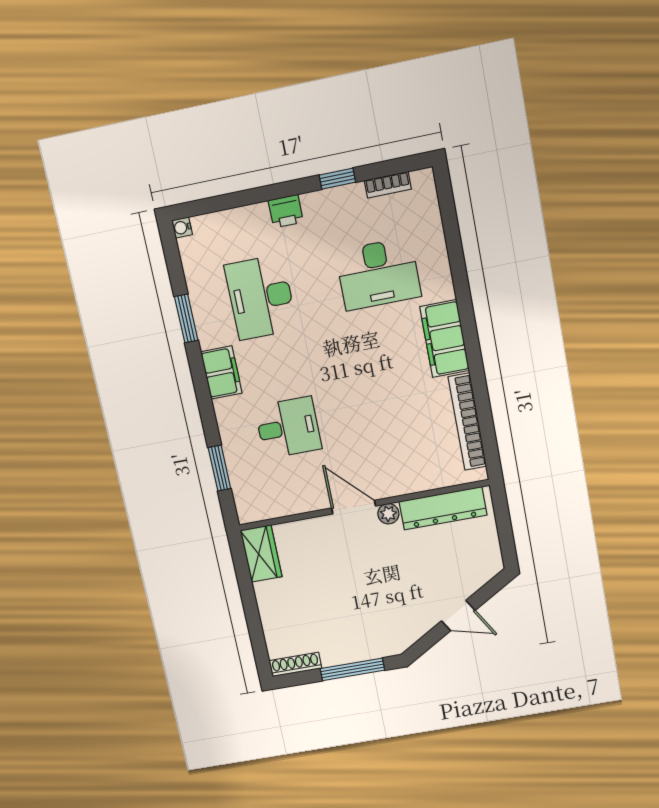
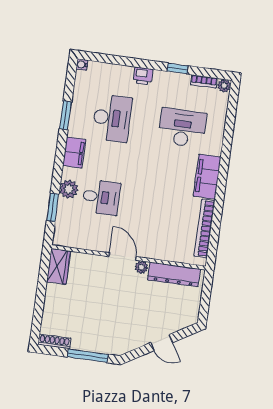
plant: (424, 180) -> (224, 86), added
desk: (378, 274) -> (182, 128), turned 180
desk: (261, 297) -> (112, 118), turned 180
plant: (234, 432) -> (69, 189), added

